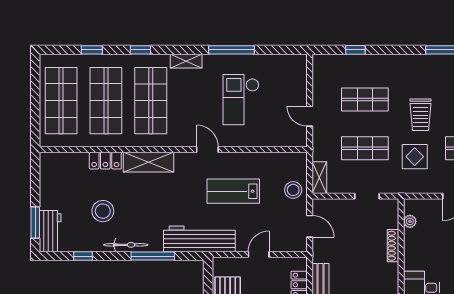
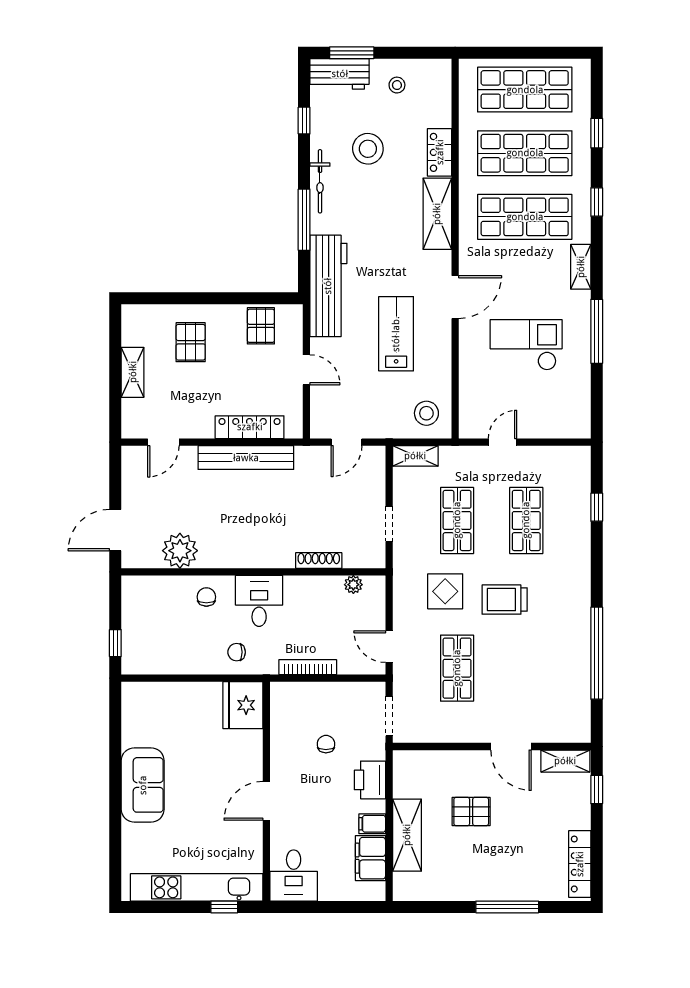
door: (207, 150) -> (455, 297), width x1.38
stool: (293, 190) -> (426, 413), moved
stool: (58, 191) -> (397, 85), added

